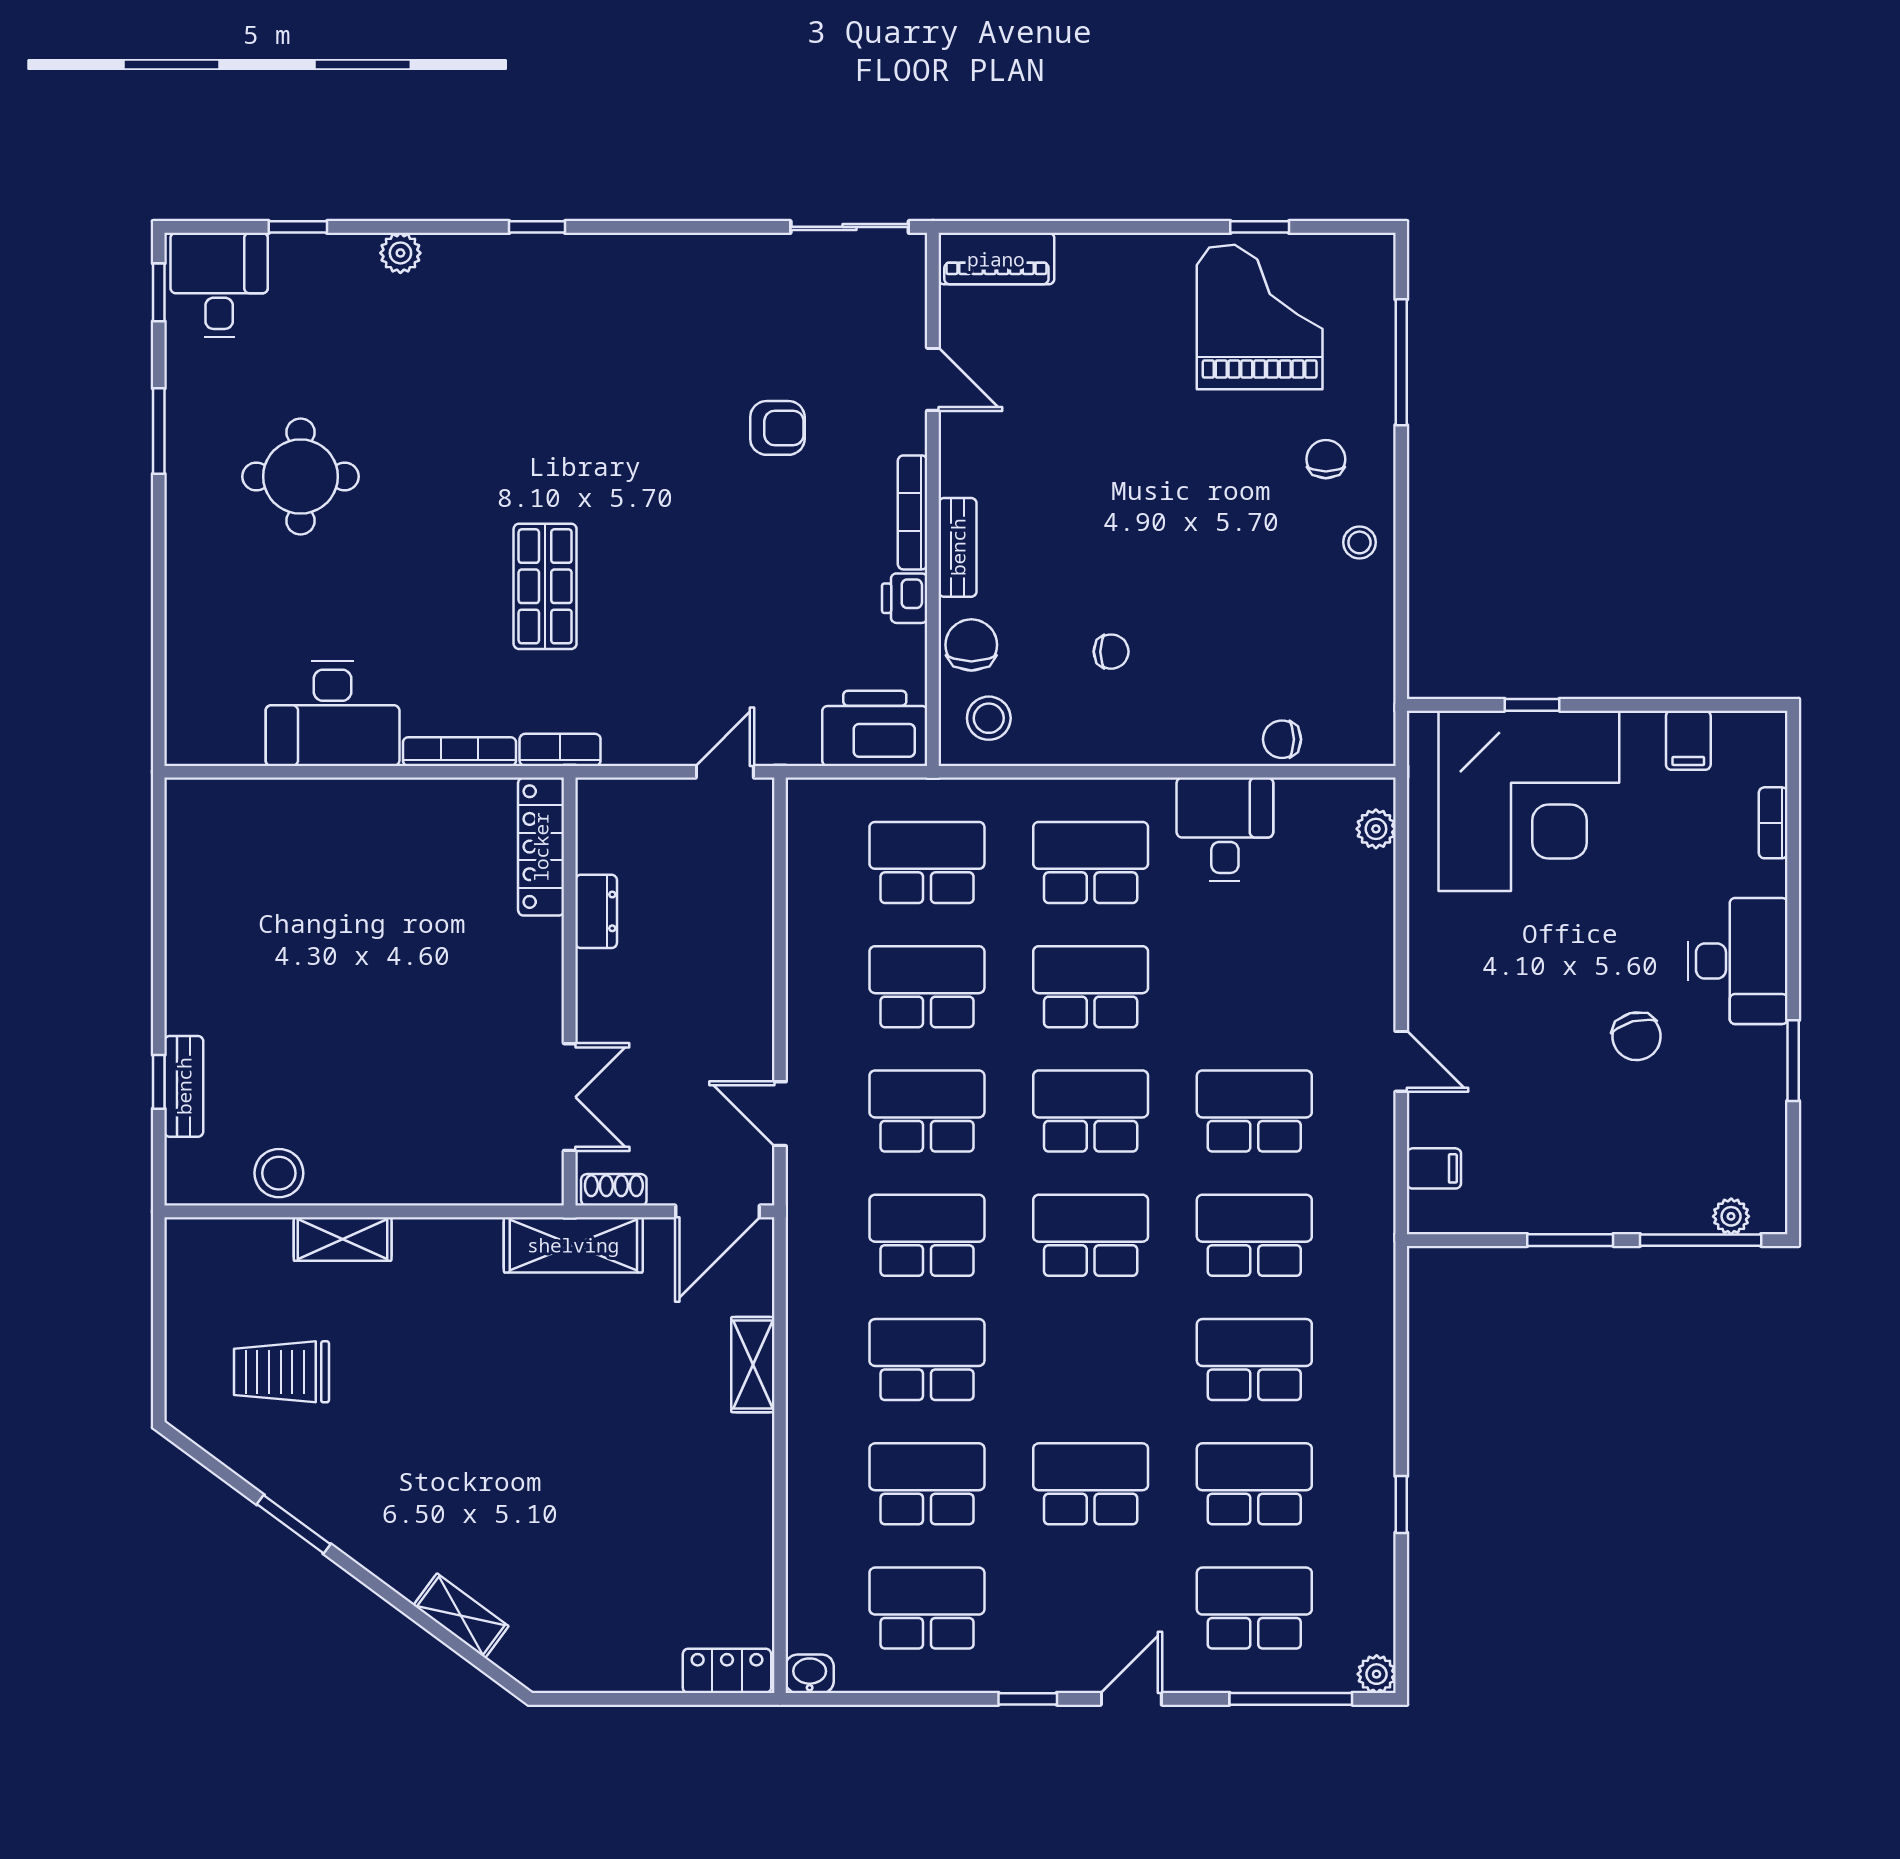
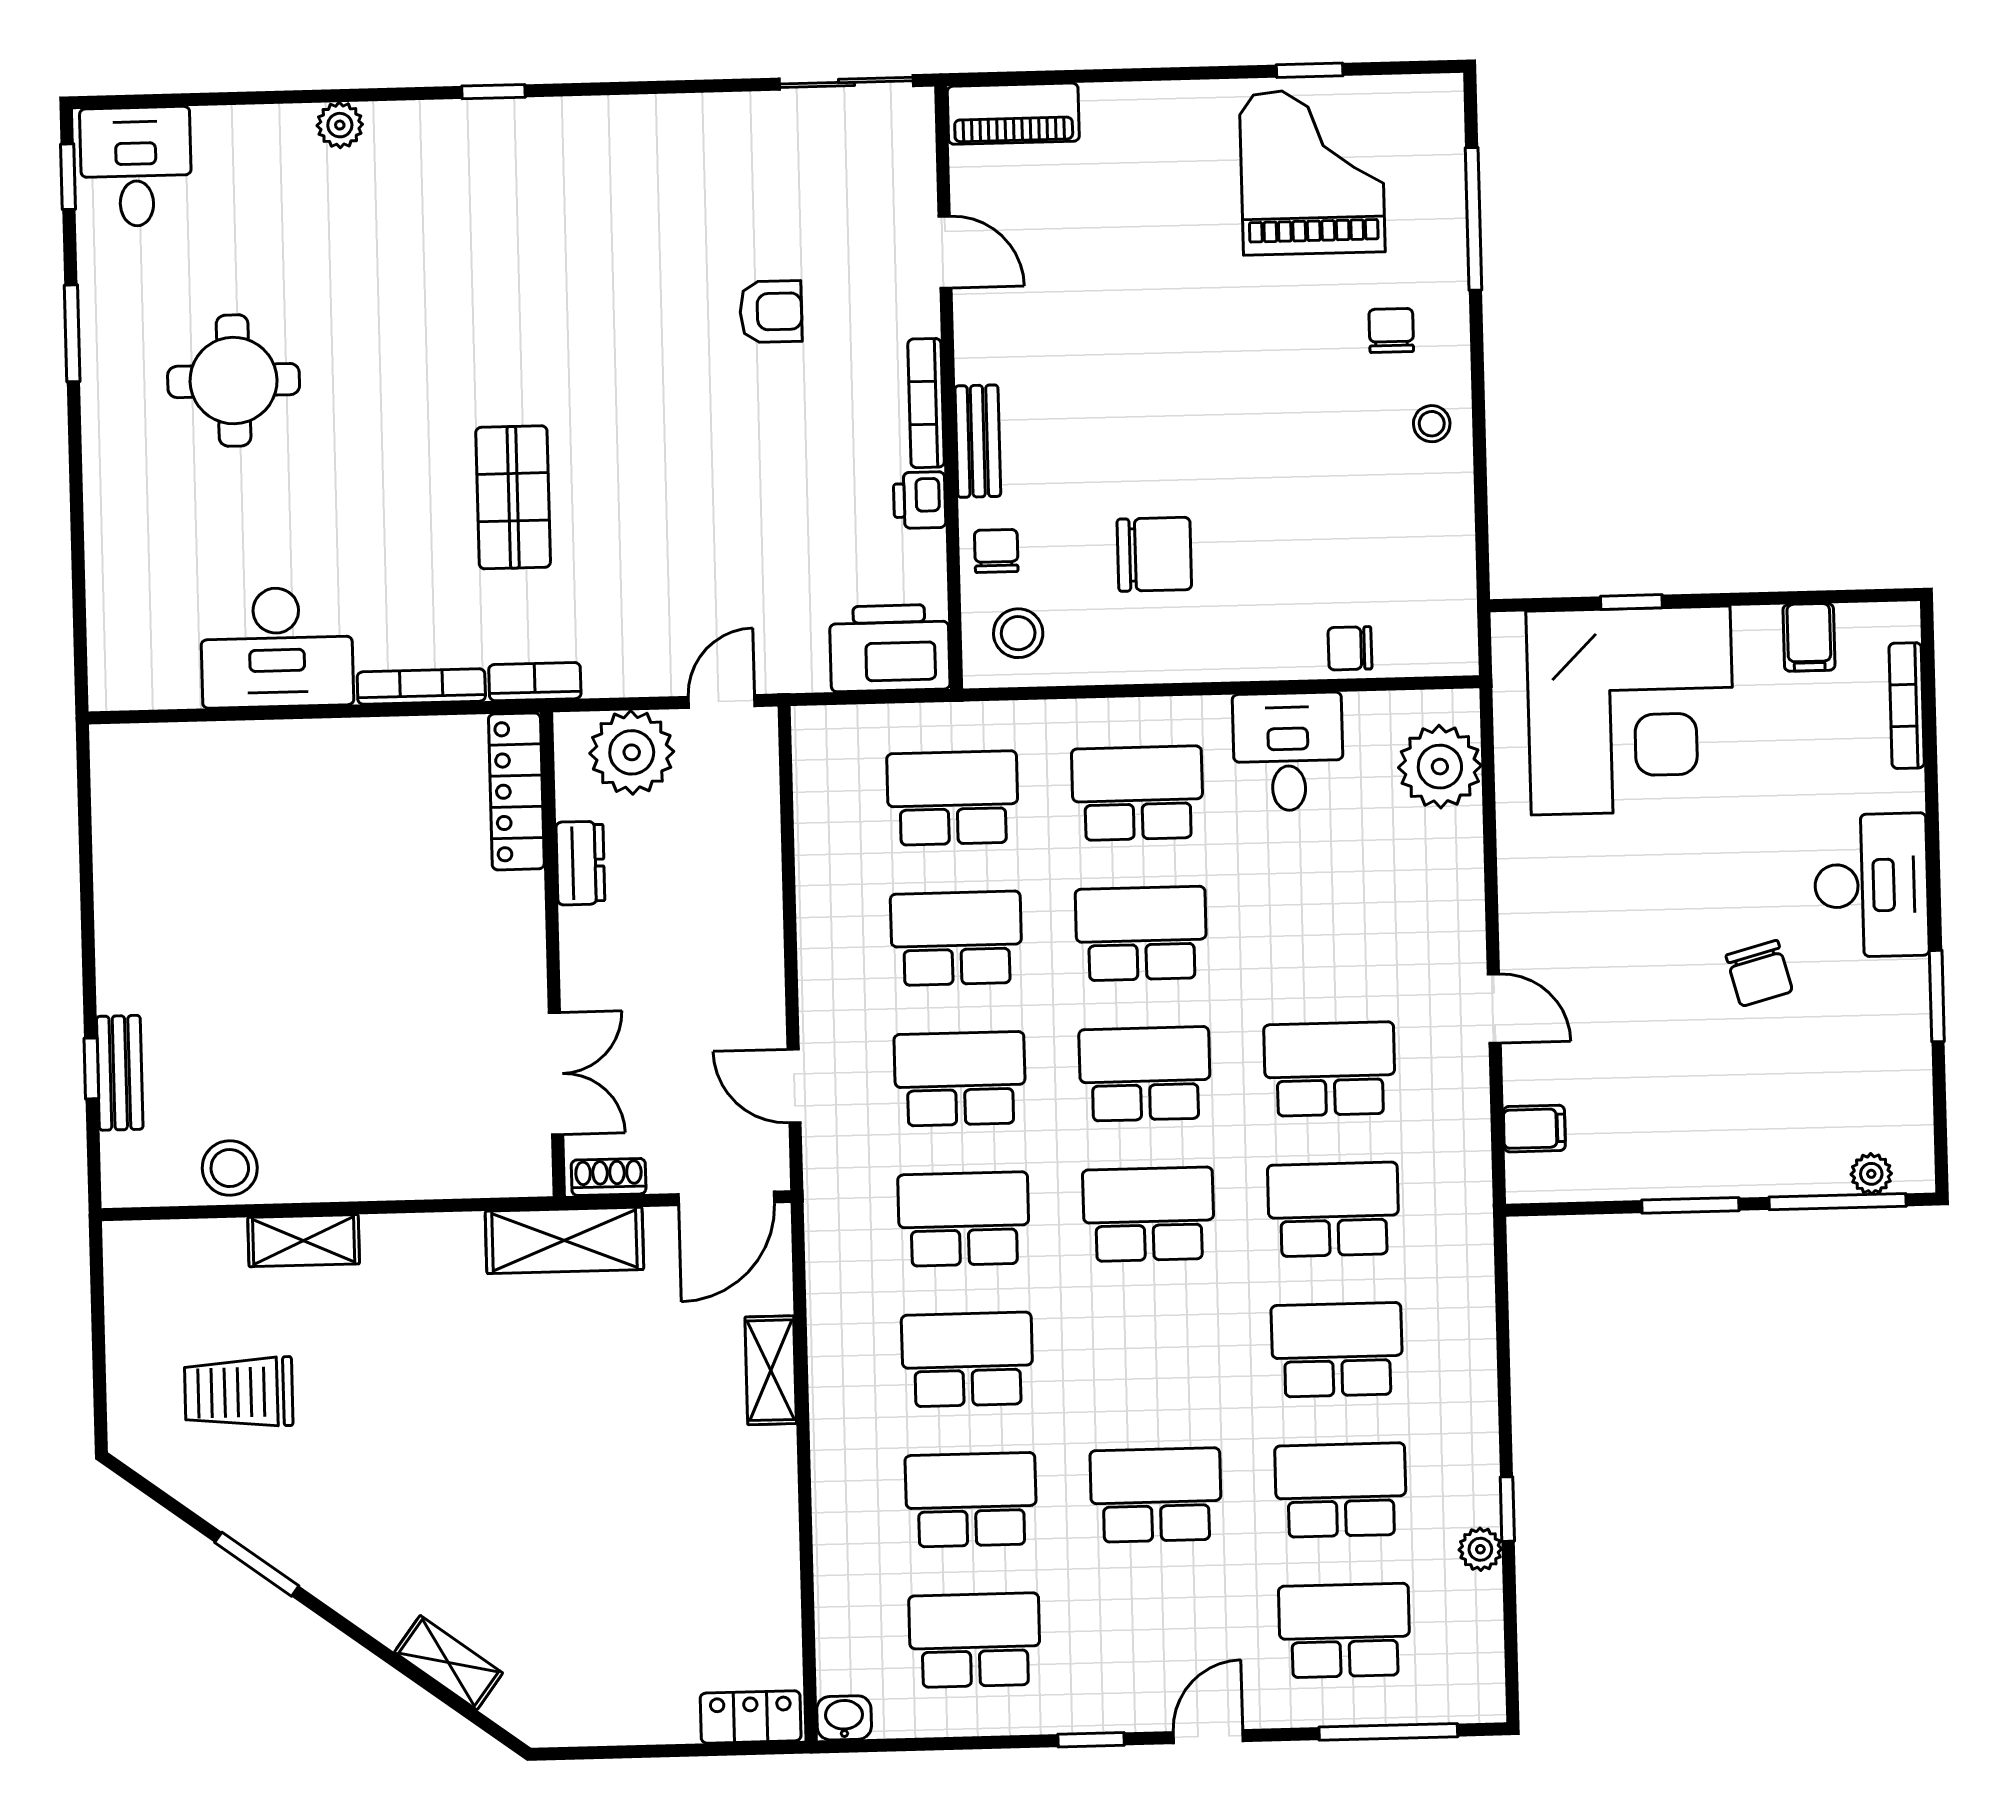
window: (298, 227) -> (223, 99), removed
chair: (971, 645) -> (996, 551), width x0.73, depth x0.73
chair: (1111, 652) -> (1154, 554), width x1.87, depth x1.87
plant: (644, 815) -> (632, 752), added
bookcase: (1773, 823) -> (1907, 706), width x1.56
plant: (1376, 829) -> (1440, 767), width x1.87, depth x1.87
plant: (1377, 1674) -> (1480, 1549), moved

